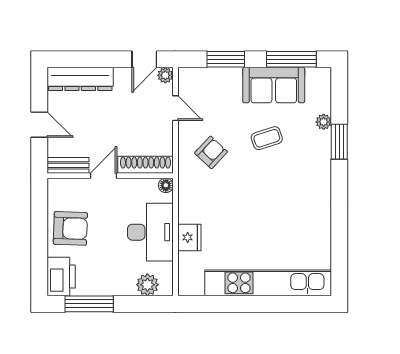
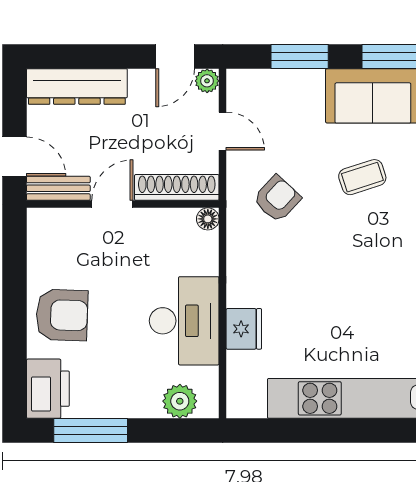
bench: (68, 165) -> (58, 188), moved
shoe rack: (145, 165) -> (177, 187), moved
door: (103, 176) -> (112, 204), moved
wall: (110, 176) -> (123, 204), moved
floor lamp: (166, 185) -> (208, 219), moved

